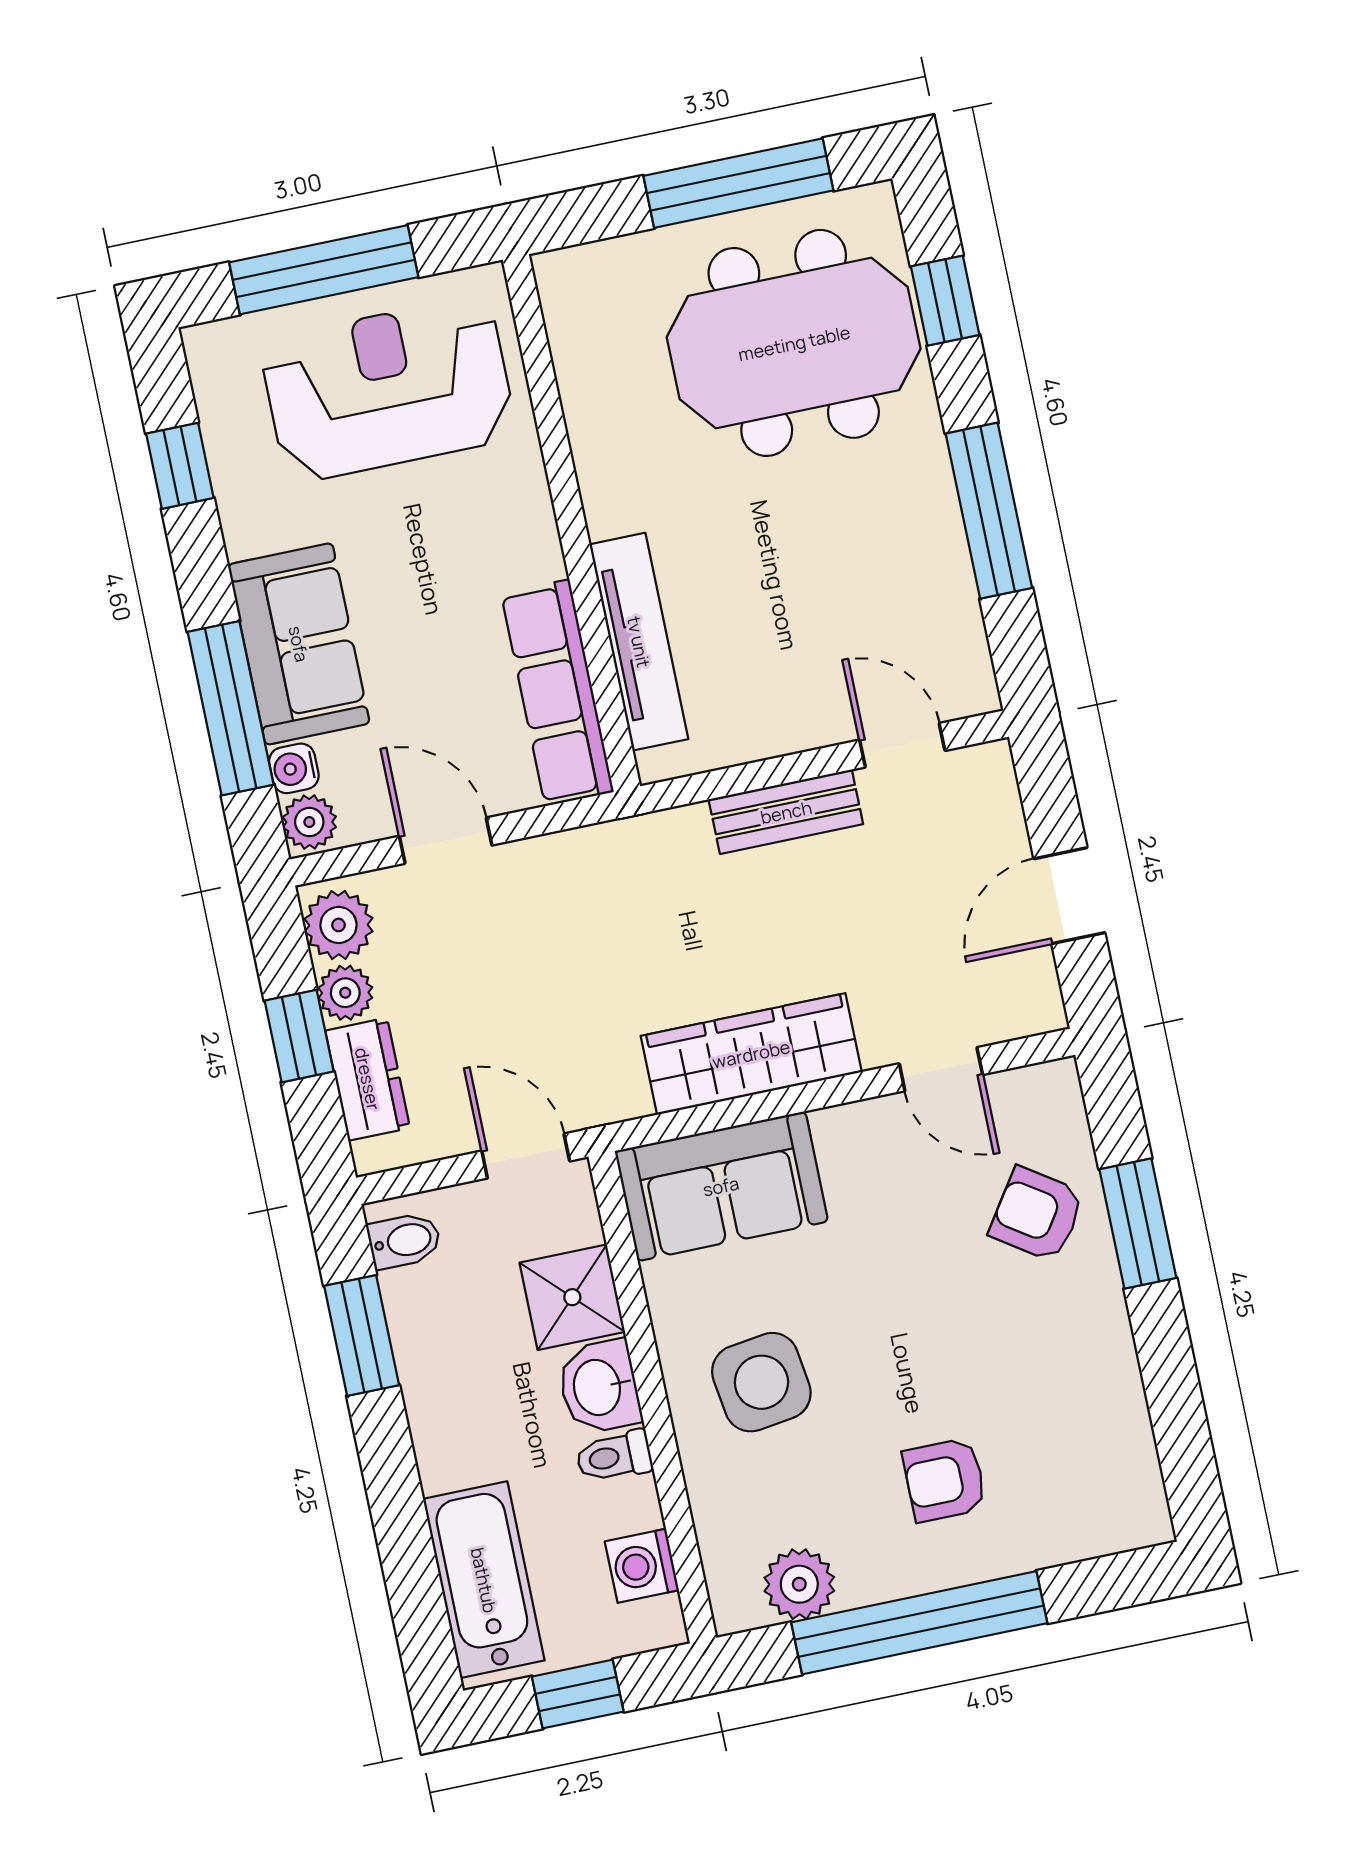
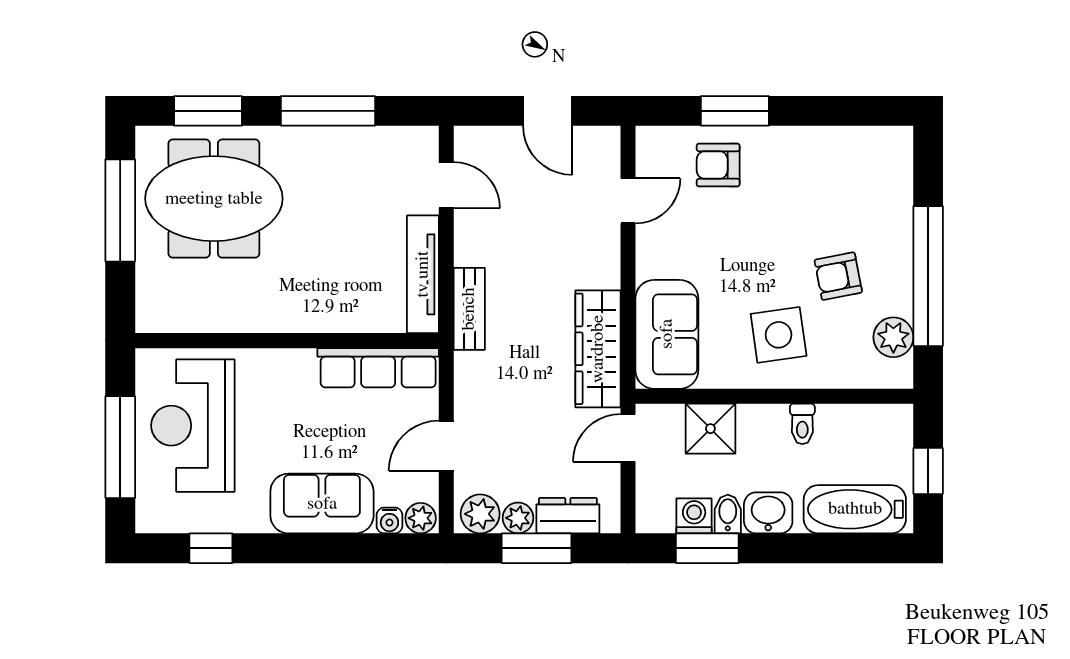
window: (945, 301) -> (208, 111), width x1.50
meeting table: (794, 343) -> (214, 199), turned 90
tv unit: (639, 642) -> (423, 274), moved, turned -90
window: (231, 708) -> (349, 548), removed
door: (902, 745) -> (446, 185), swing flipped
bench: (786, 812) -> (469, 309), moved
window: (299, 1036) -> (536, 548), width x1.50
wardrobe: (751, 1054) -> (598, 349), moved
armchair: (1037, 1214) -> (718, 165), turned 56
bidet: (404, 1241) -> (728, 514), moved
washbasin: (599, 1387) -> (768, 513), moved, turned 180
armchair: (945, 1480) -> (838, 276), moved, turned 79
washing machine: (642, 1566) -> (694, 516), moved, turned 180

